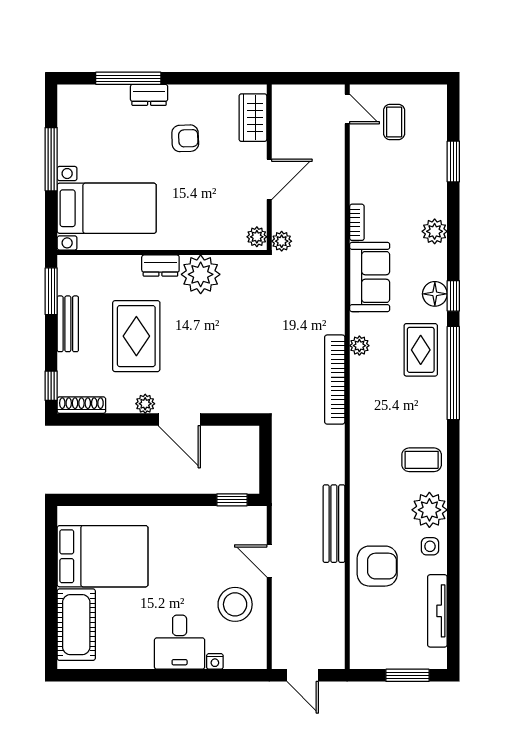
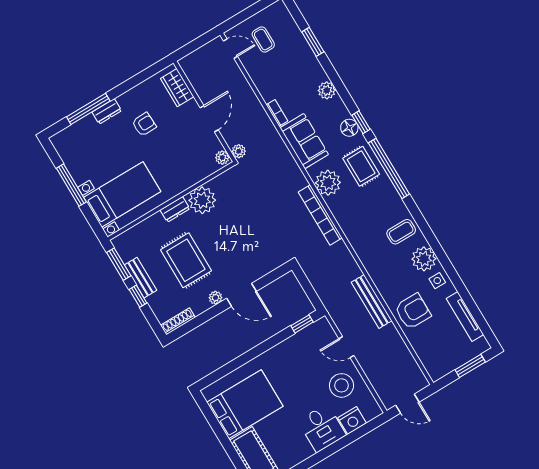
plant: (359, 346) -> (328, 183), width x1.87, depth x1.87
window: (51, 386) -> (138, 296), moved
nightstand: (215, 661) -> (352, 420), width x1.89, depth x1.79

